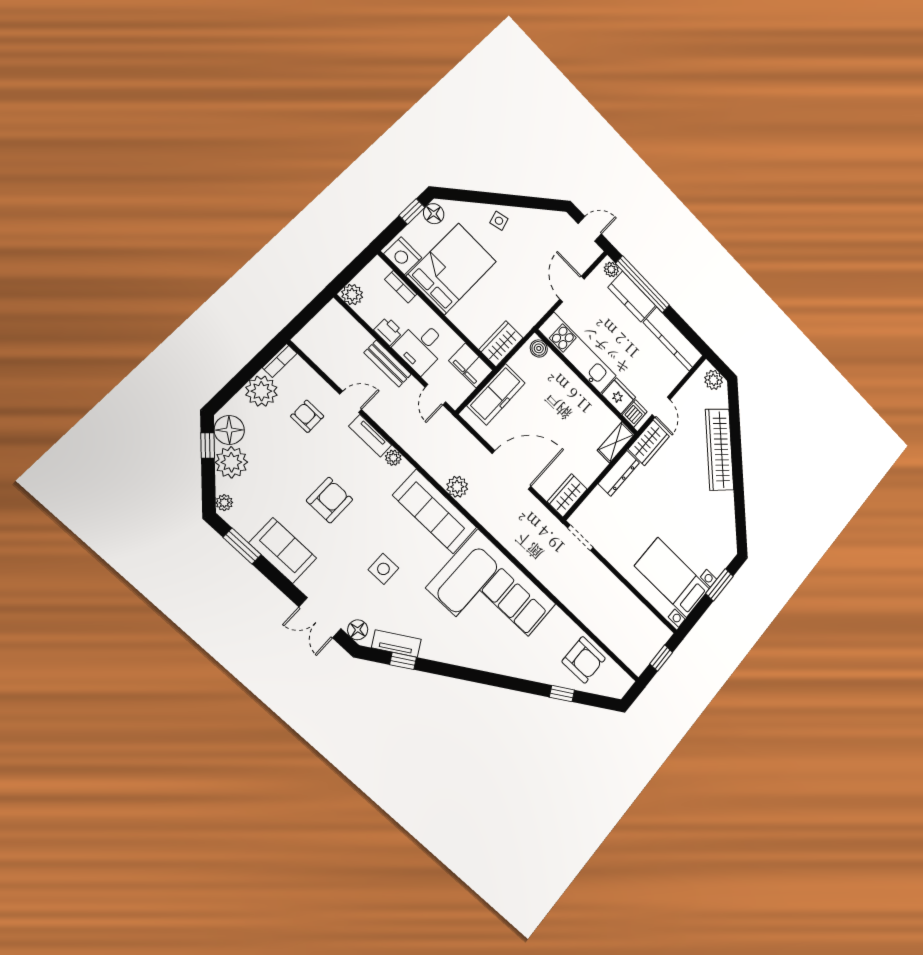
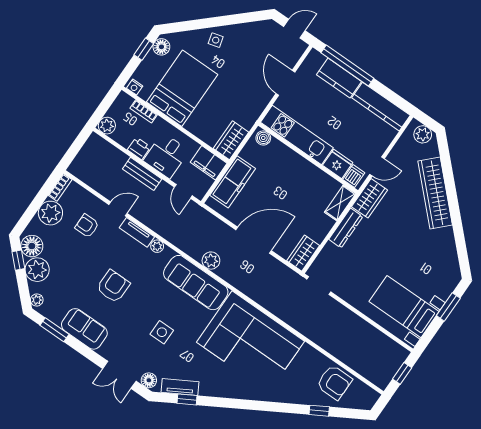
nightstand: (403, 256) -> (135, 87), width x0.53, depth x0.56
plant: (611, 269) -> (318, 59), removed
door: (661, 407) -> (377, 166), hinge flipped

